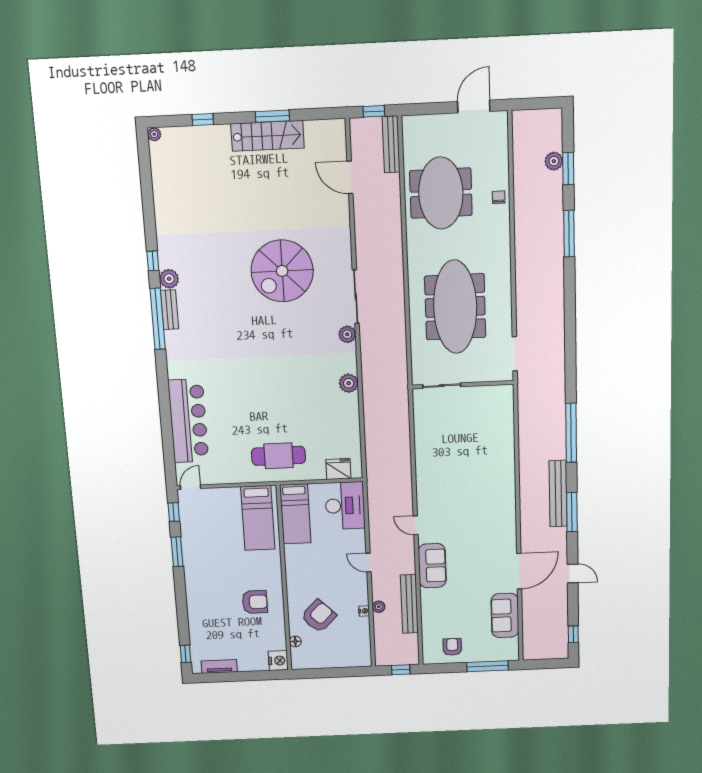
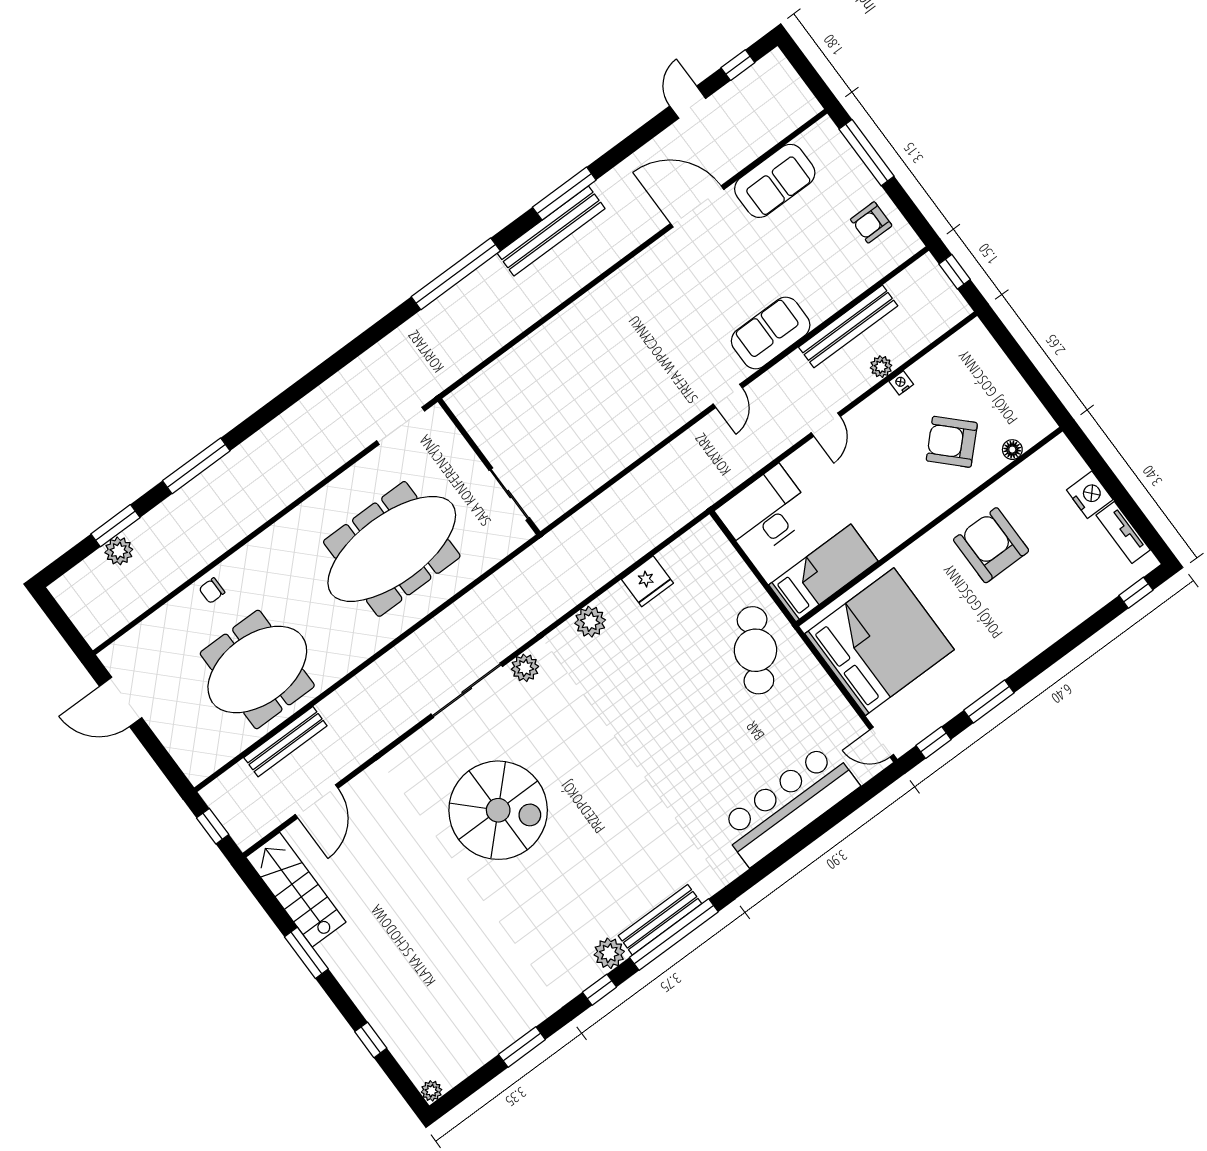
stairs: (267, 136) -> (296, 890), moved
bench: (391, 144) -> (285, 742), moved
window: (148, 199) -> (522, 1047), added
bench: (169, 310) -> (660, 920), width x1.36
cafe table: (278, 456) -> (755, 650), turned 30
fridge: (338, 469) -> (647, 581), moved, turned -90
bed: (258, 518) -> (880, 642), width x2.04
door: (573, 573) -> (688, 102), moved
armchair: (255, 602) -> (991, 545), width x1.36, depth x1.36
nightstand: (278, 661) -> (1090, 495), moved, turned 90

